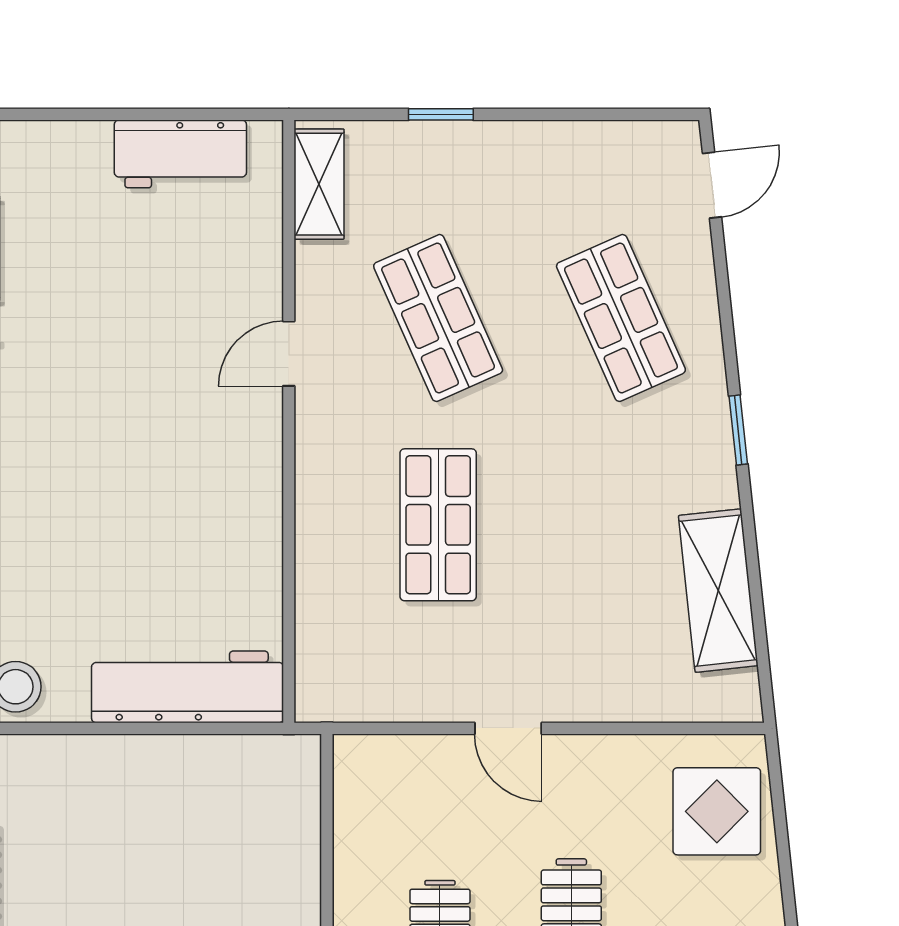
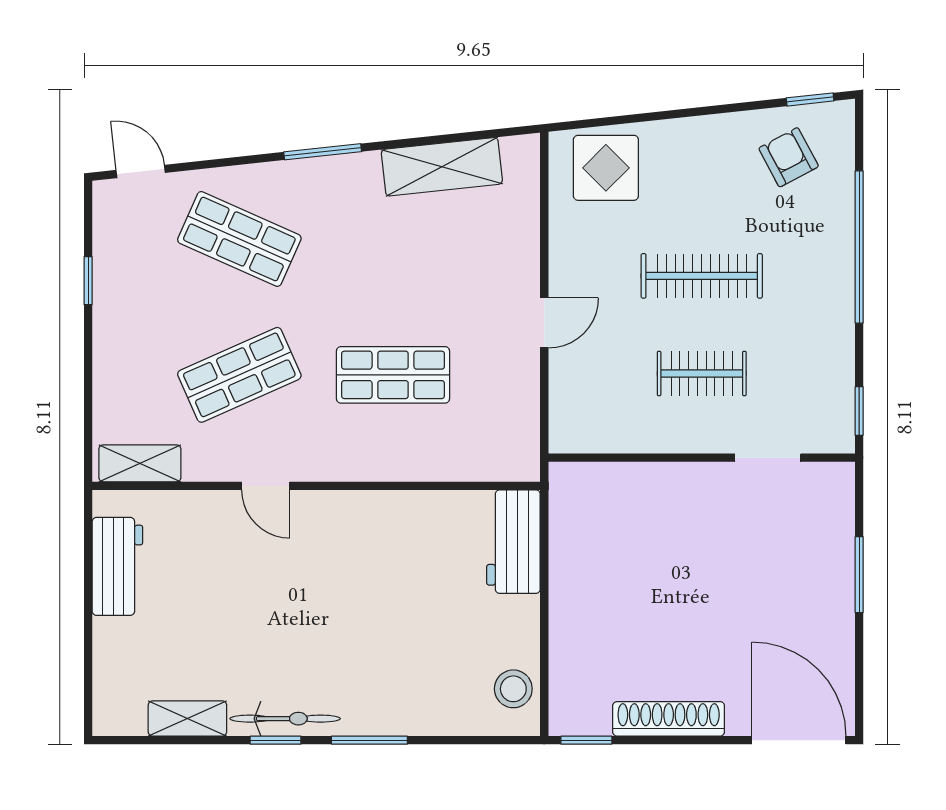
window: (441, 114) -> (88, 281), moved
shop shelf: (621, 318) -> (239, 239), turned 48
window: (738, 430) -> (323, 152), width x1.50
workbench: (188, 687) -> (513, 542), width x0.73

